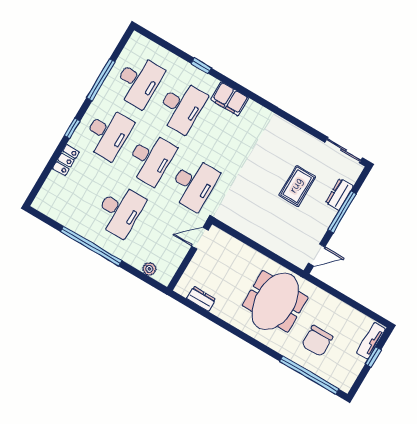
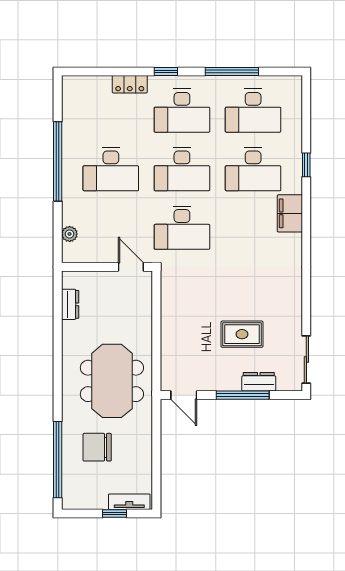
meeting table: (275, 301) -> (112, 381), turned 90

